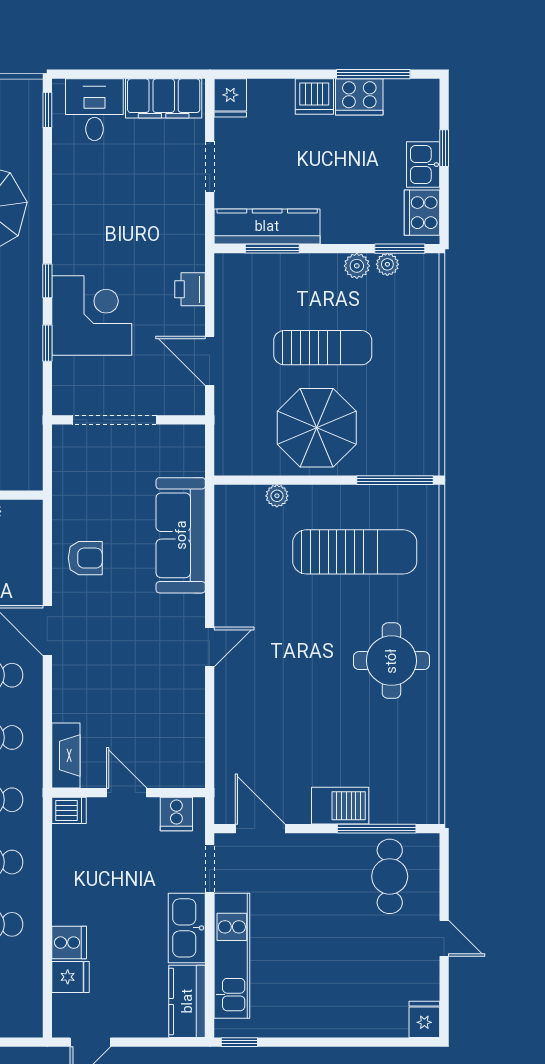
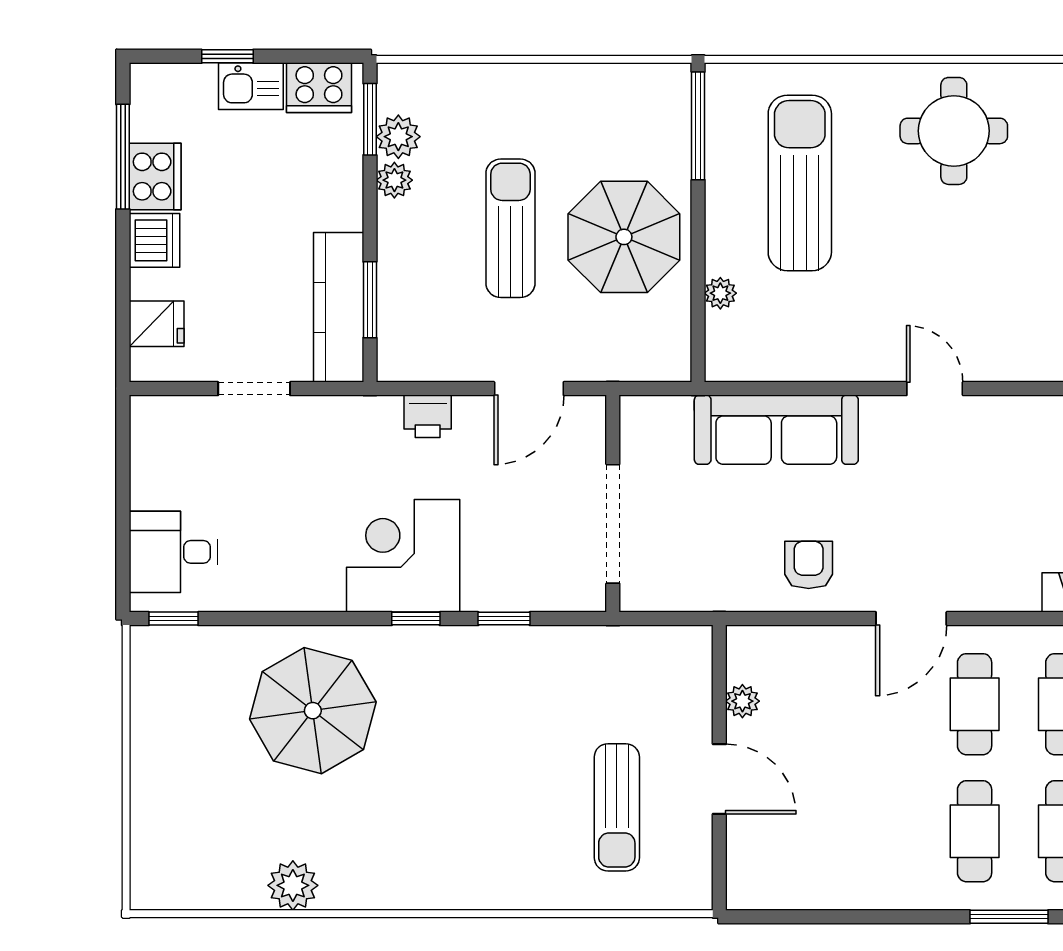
filing cabinet: (164, 98) -> (157, 454), removed
fridge: (230, 98) -> (157, 324), moved
plant: (387, 264) -> (398, 137), width x1.38, depth x1.38
corner desk: (92, 315) -> (403, 556), moved

